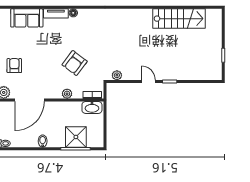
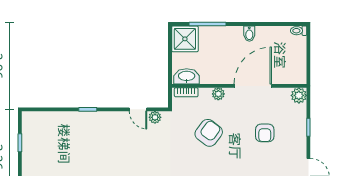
armchair: (14, 66) -> (265, 133), moved
door: (148, 81) -> (138, 109), moved
door: (30, 100) -> (253, 86), moved
shower: (76, 137) -> (185, 39), moved

